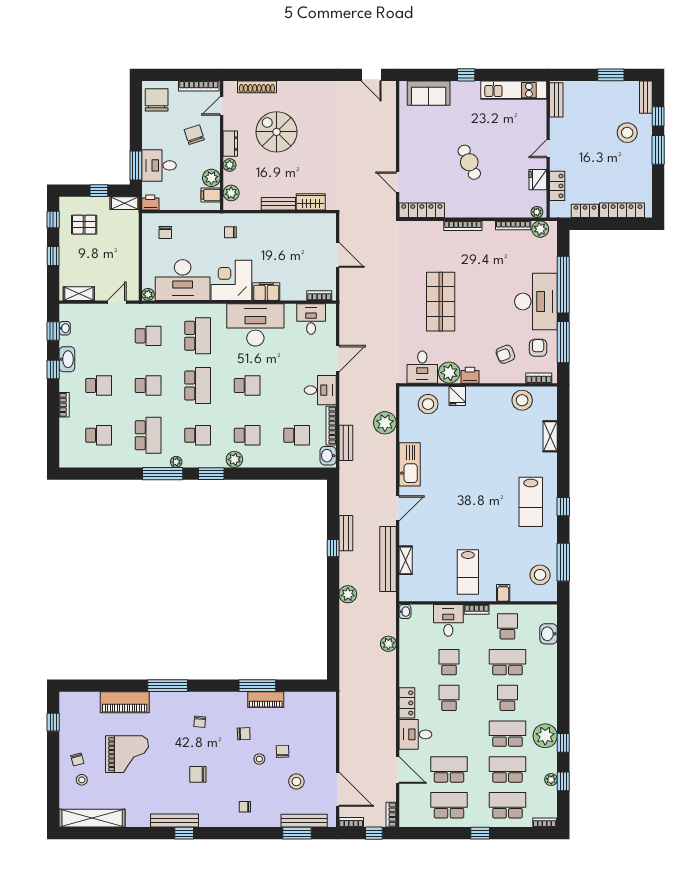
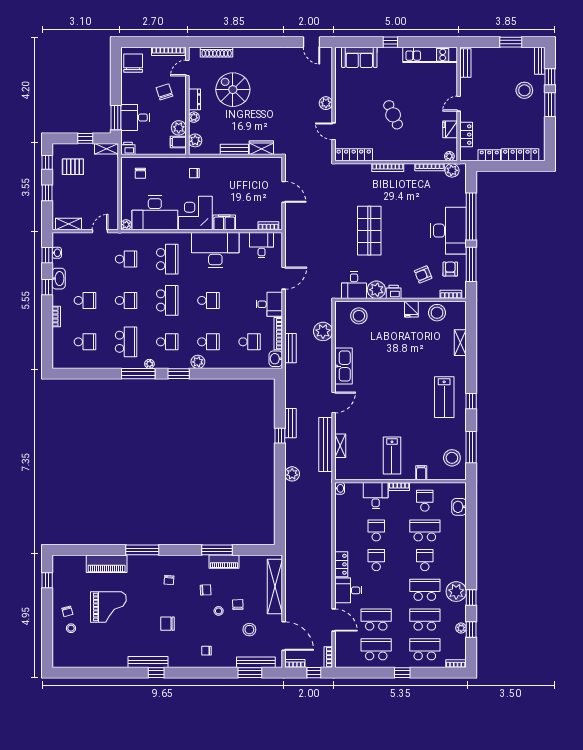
fridge: (457, 396) -> (411, 309), moved
plant: (388, 644) -> (326, 103), moved
shelving: (92, 818) -> (275, 586), moved, turned 90

